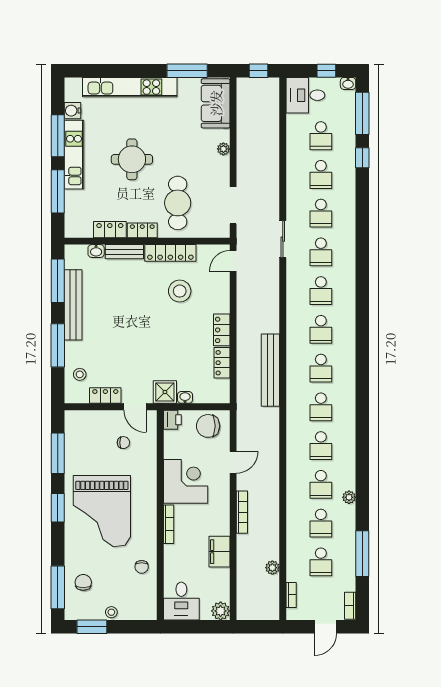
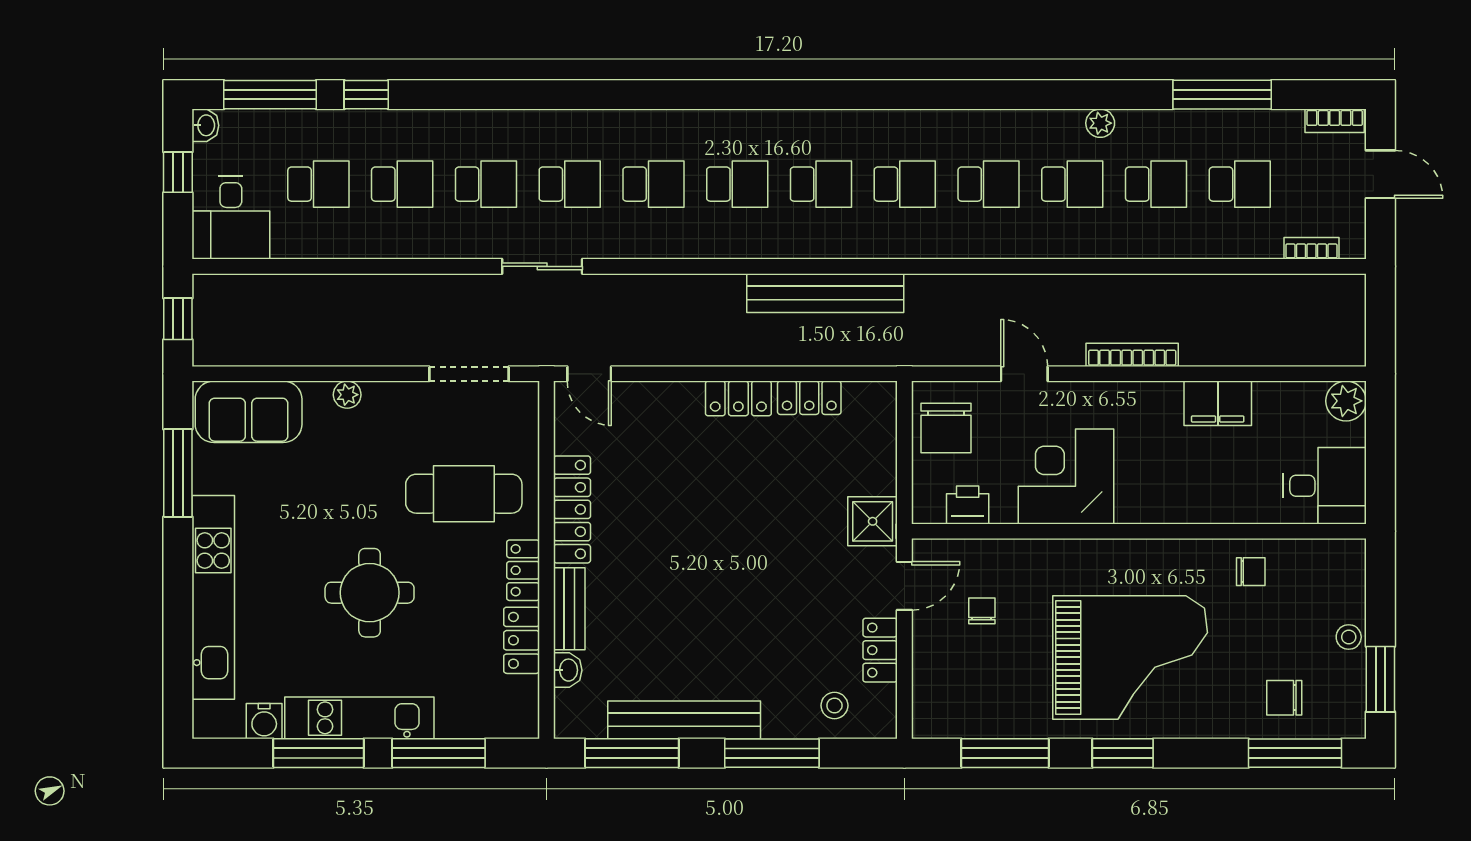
stool: (180, 291) -> (654, 489), removed
washbasin: (185, 397) -> (884, 478), removed
printer: (172, 420) -> (968, 505), moved
bookcase: (169, 524) -> (1158, 513), removed
plant: (272, 568) -> (1252, 289), removed

